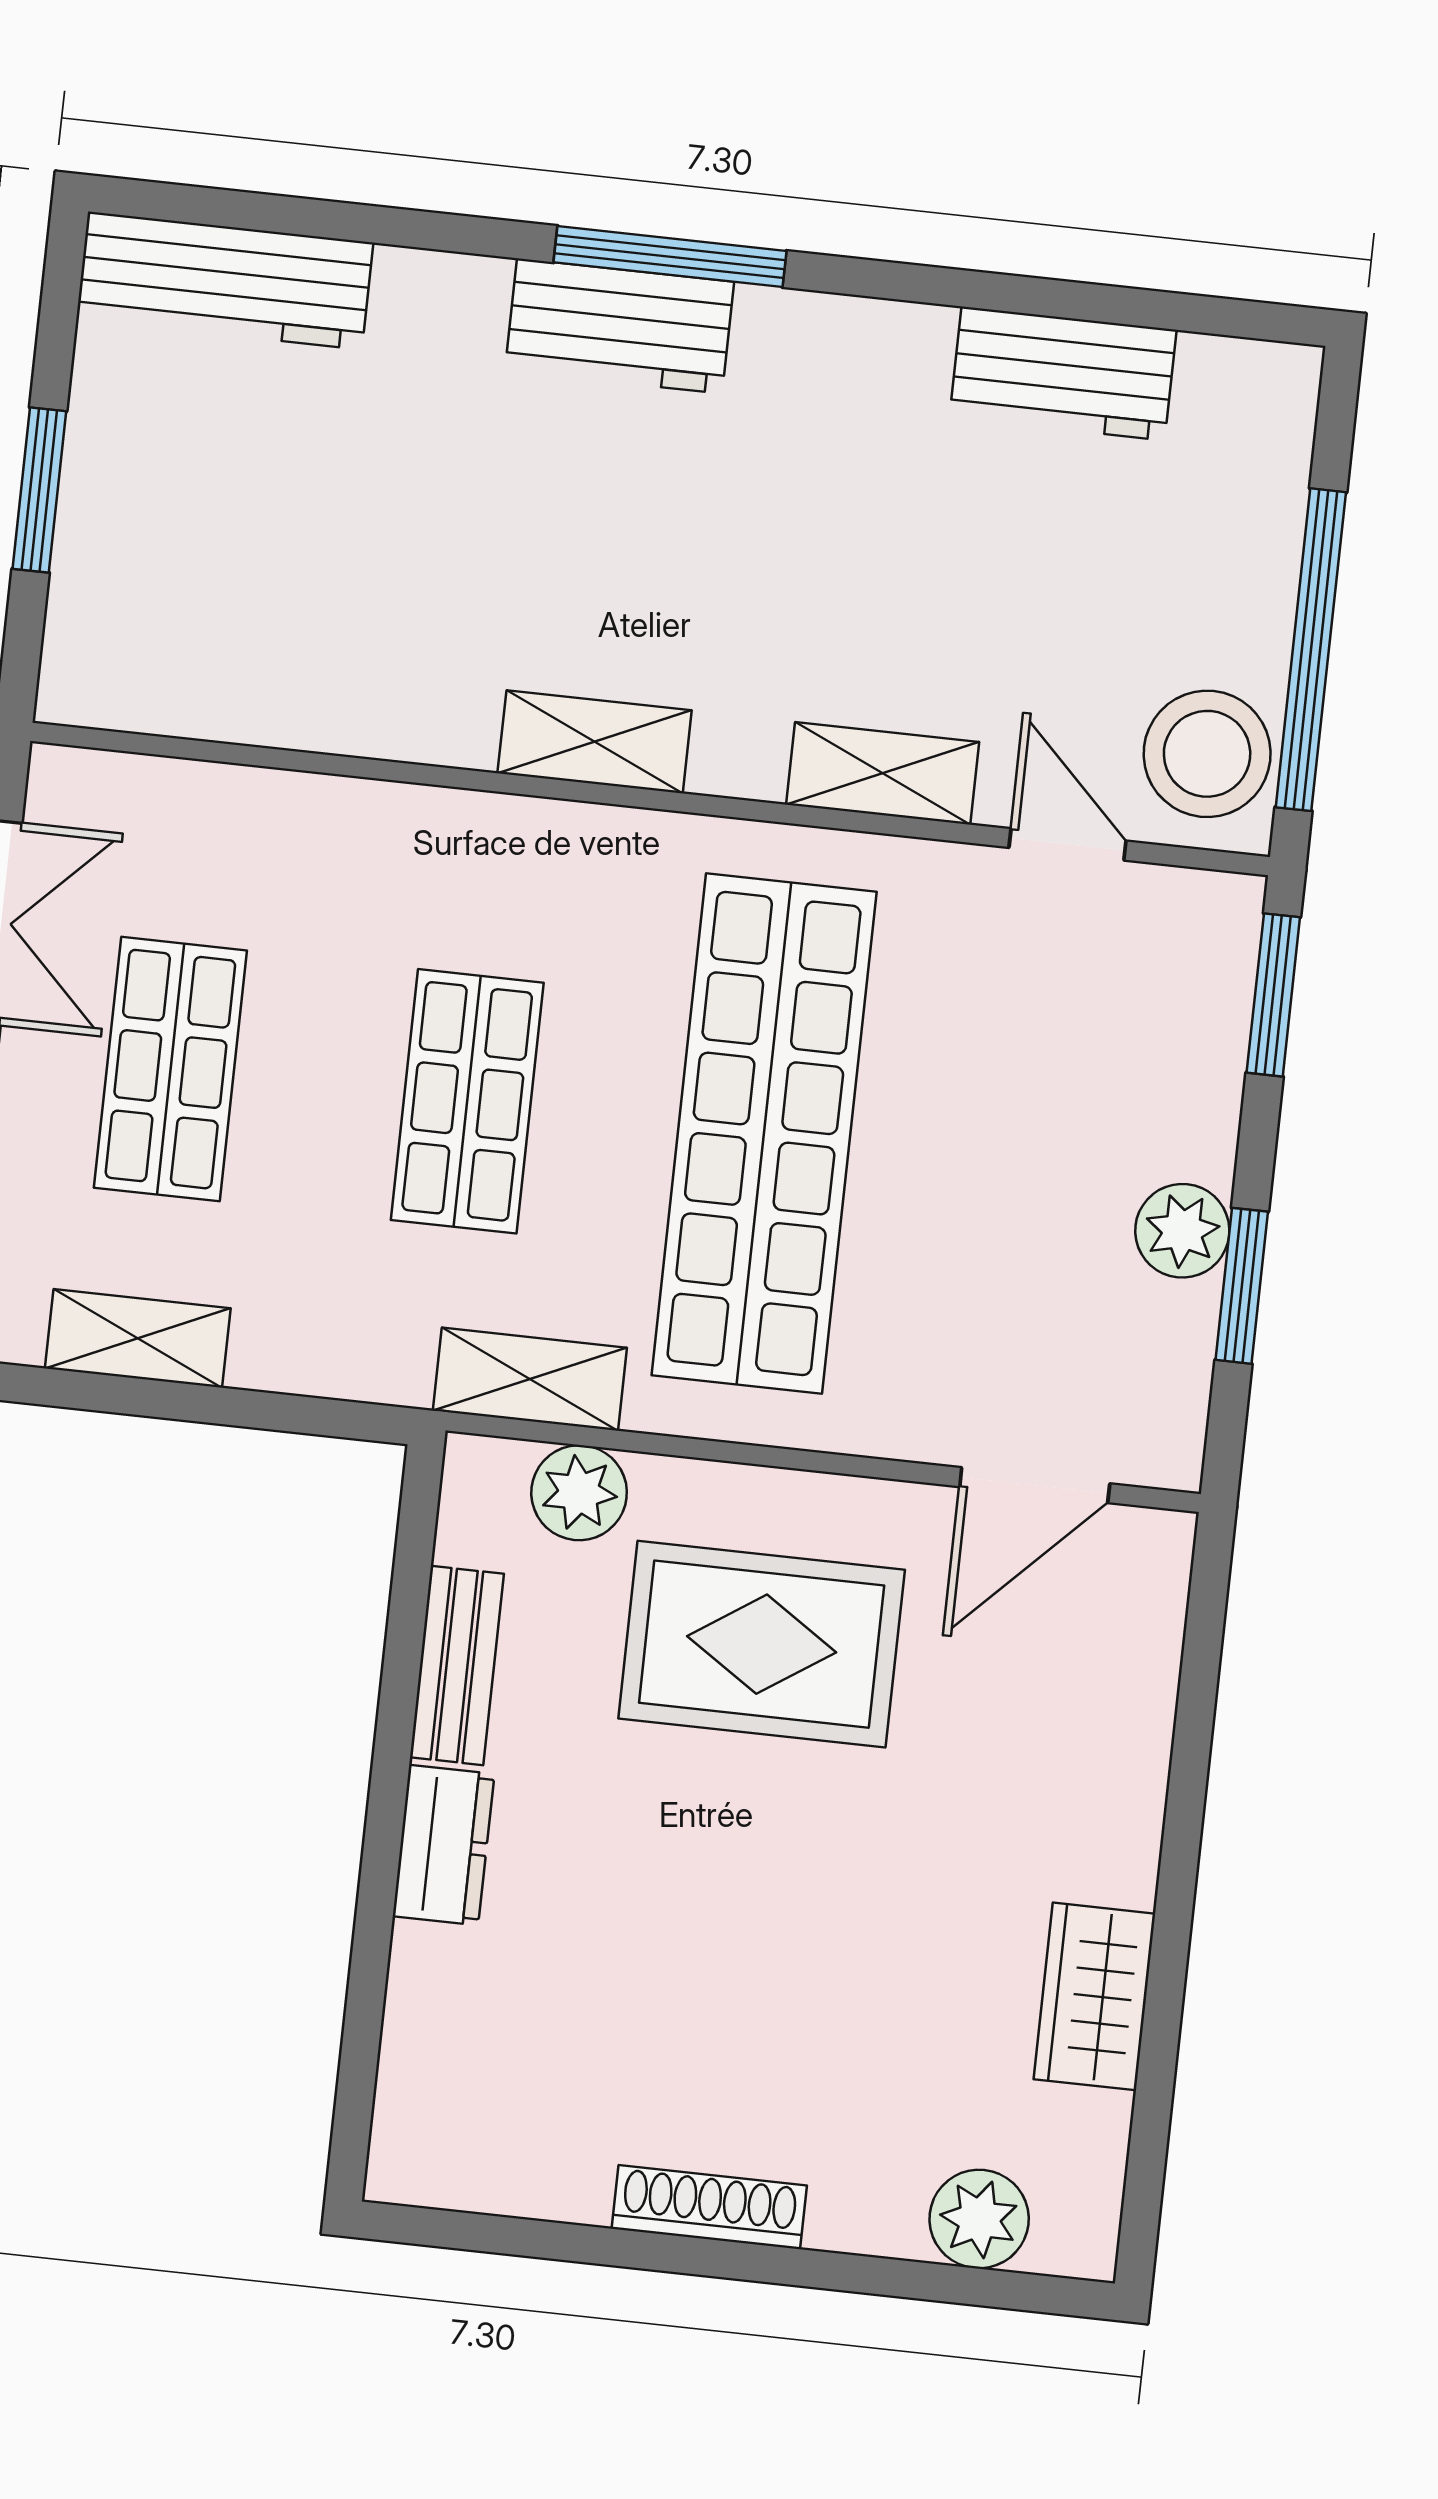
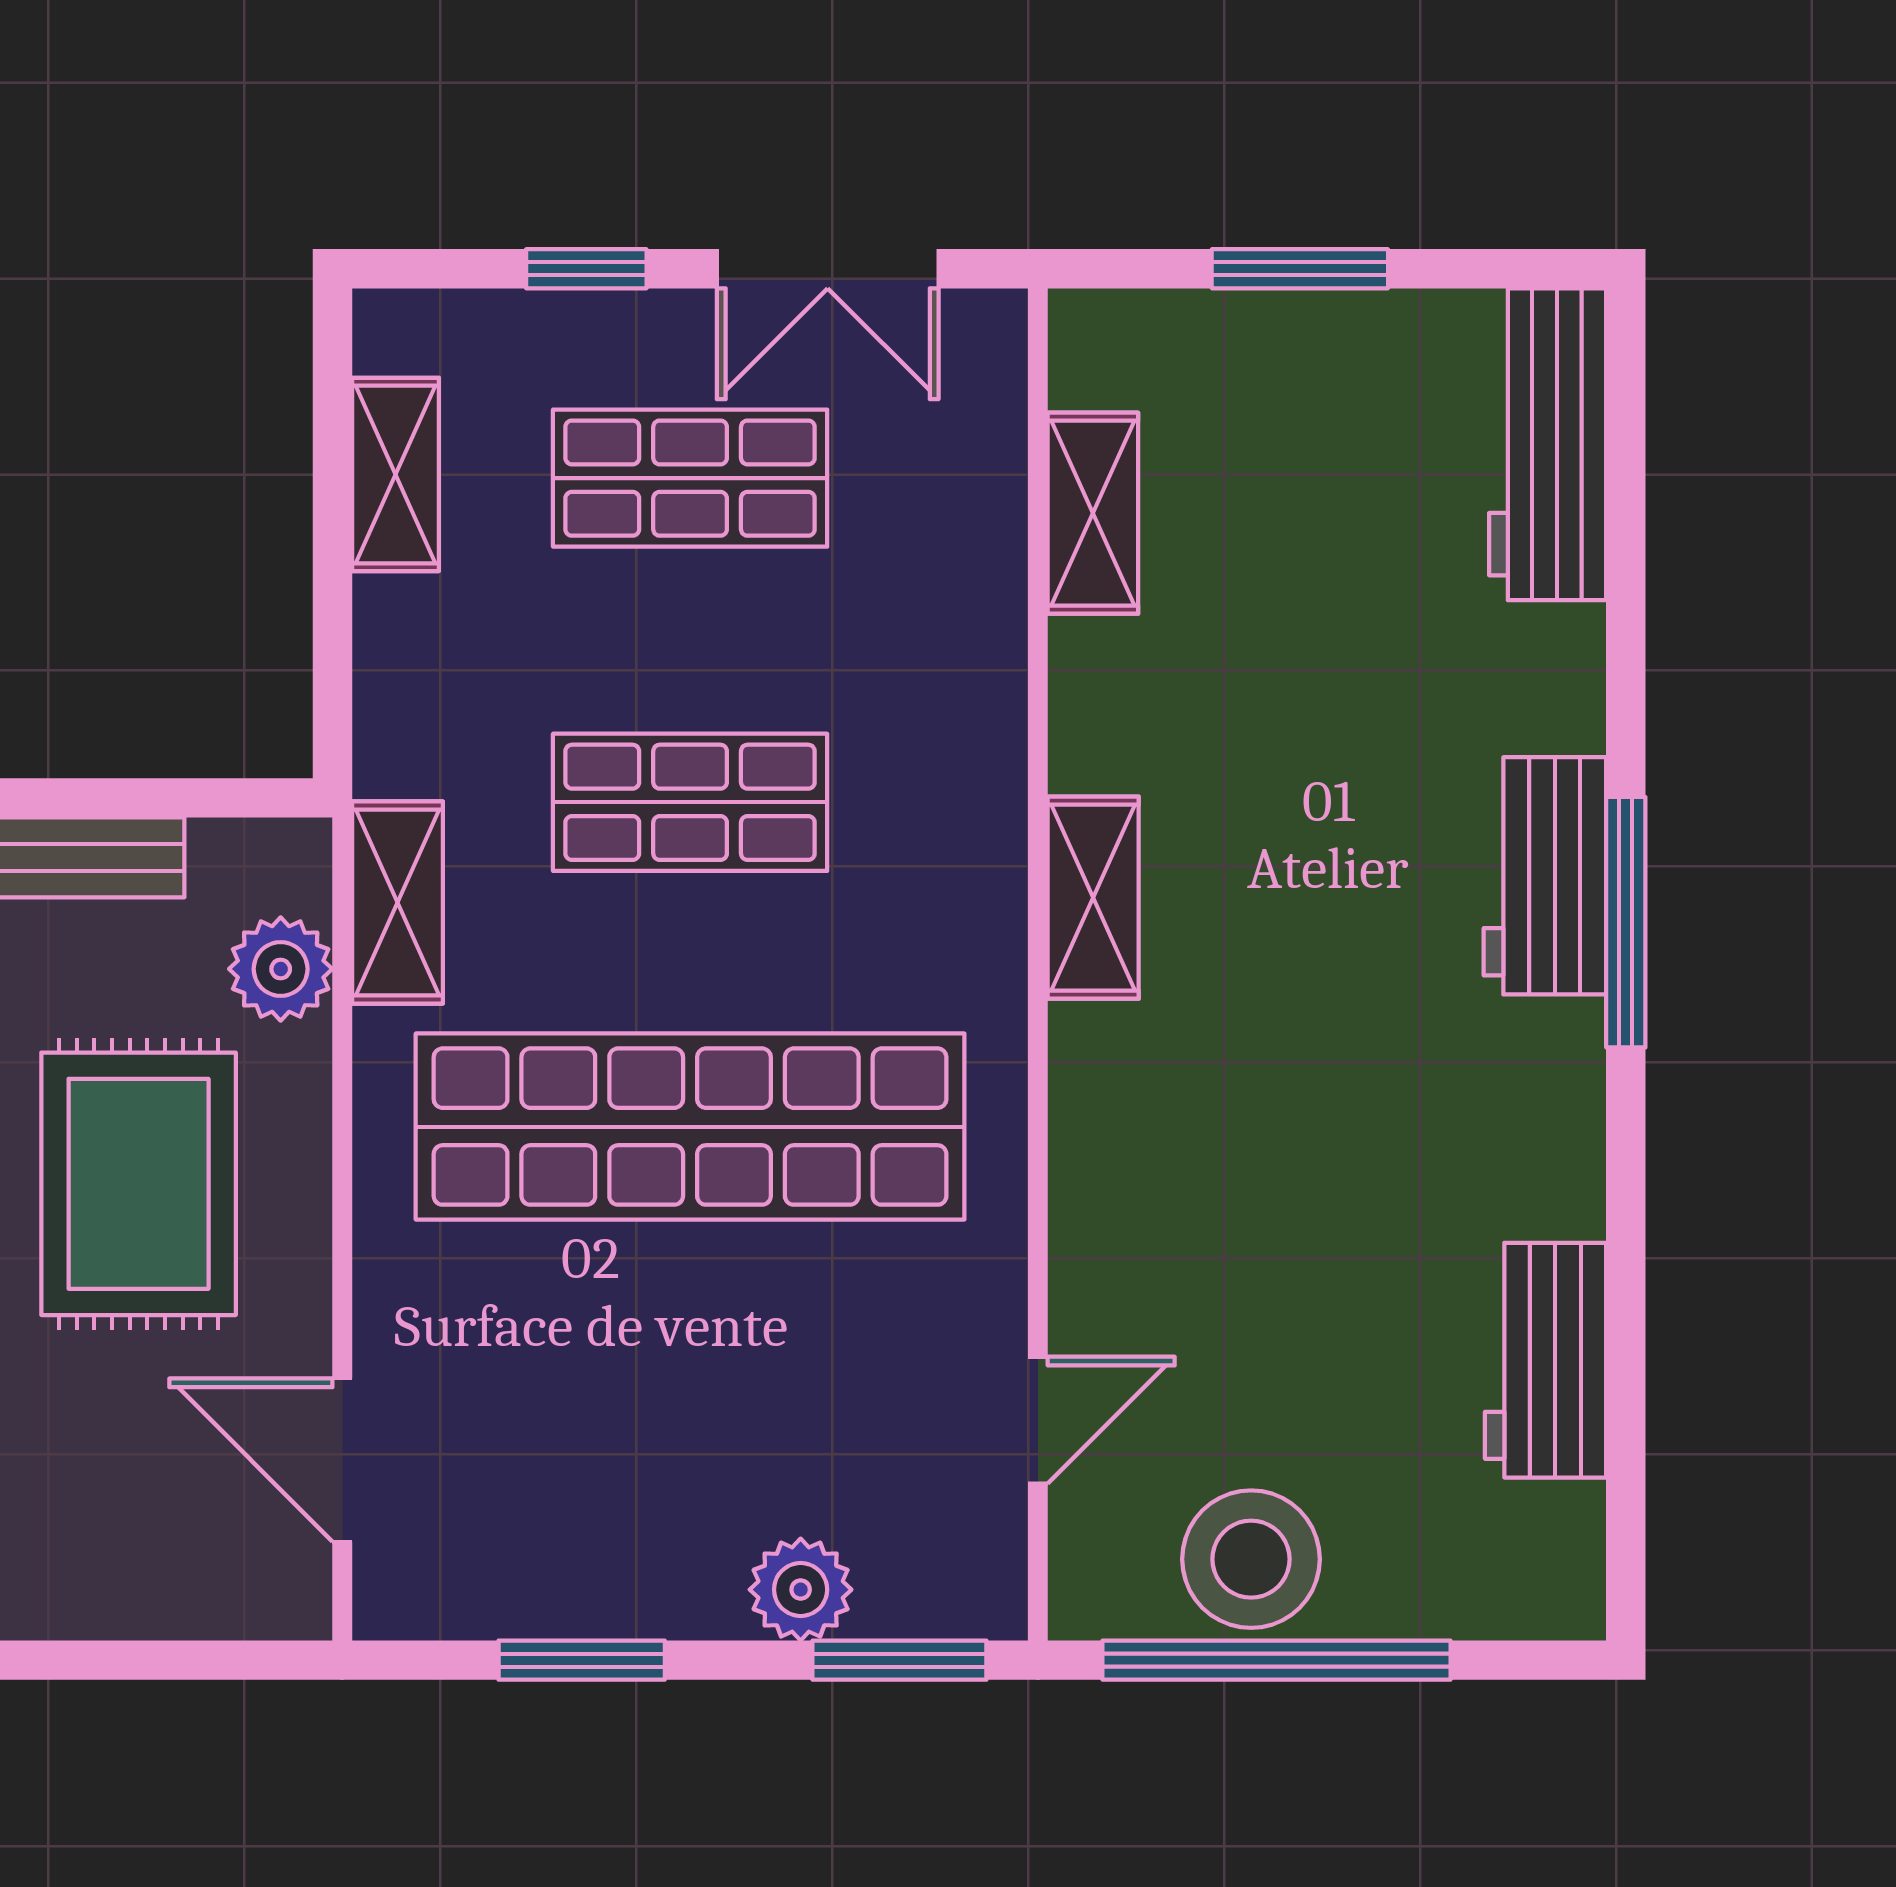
stool: (1207, 754) -> (1251, 1559), moved
shelving: (883, 773) -> (1093, 513), moved
plant: (1182, 1231) -> (801, 1590), moved

